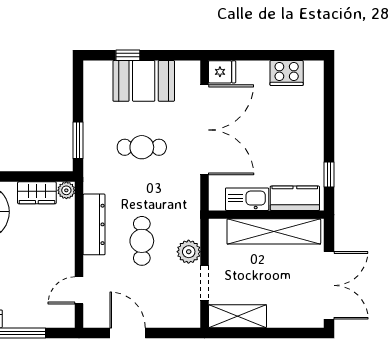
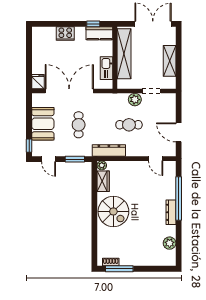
window: (128, 55) -> (29, 146), moved
cooker: (287, 73) -> (65, 34), moved, turned 90
door: (78, 92) -> (49, 159), added
kitchen counter: (295, 198) -> (99, 33), moved, turned -90
dresser: (94, 224) -> (109, 150), moved
shelving: (238, 316) -> (170, 61), moved
door: (128, 333) -> (179, 132), hinge flipped

